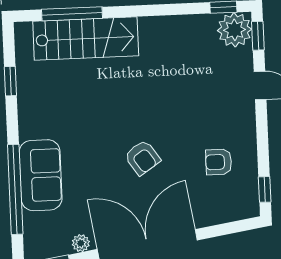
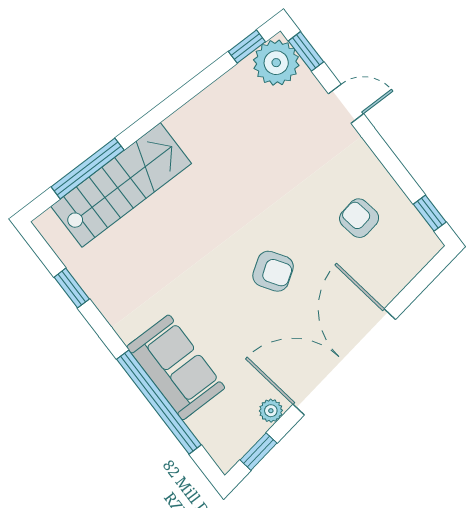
armchair: (219, 162) -> (359, 218), turned 80

